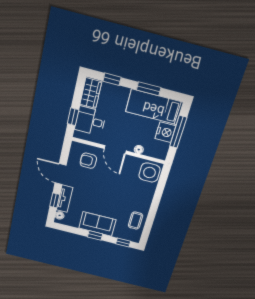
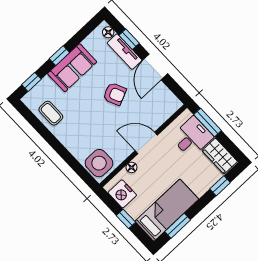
window: (149, 89) -> (178, 226), moved
window: (73, 117) -> (208, 123), width x1.50
nightstand: (165, 132) -> (122, 194), moved
window: (178, 132) -> (126, 219), width x0.46
armchair: (88, 161) -> (115, 94), moved, turned 66
door: (60, 174) -> (155, 67), swing flipped

